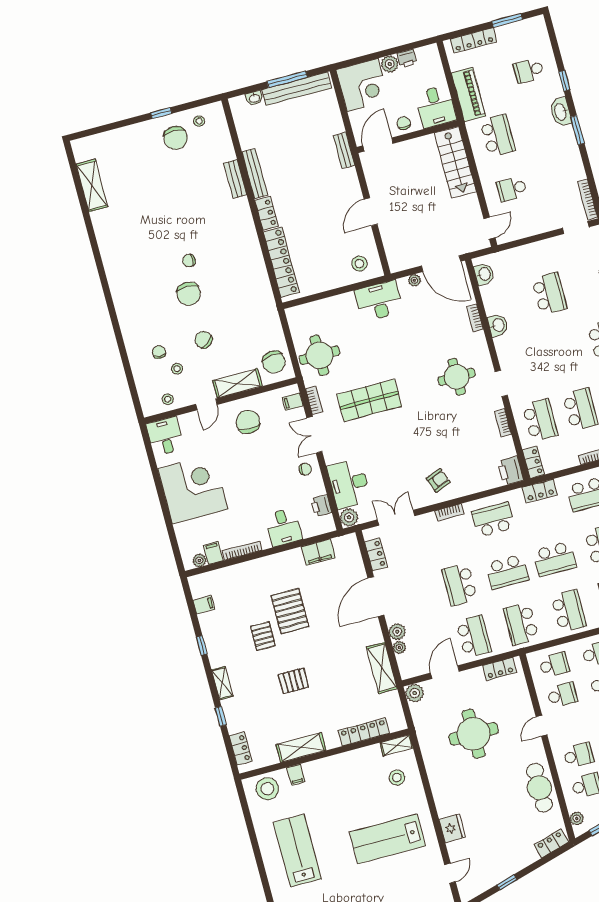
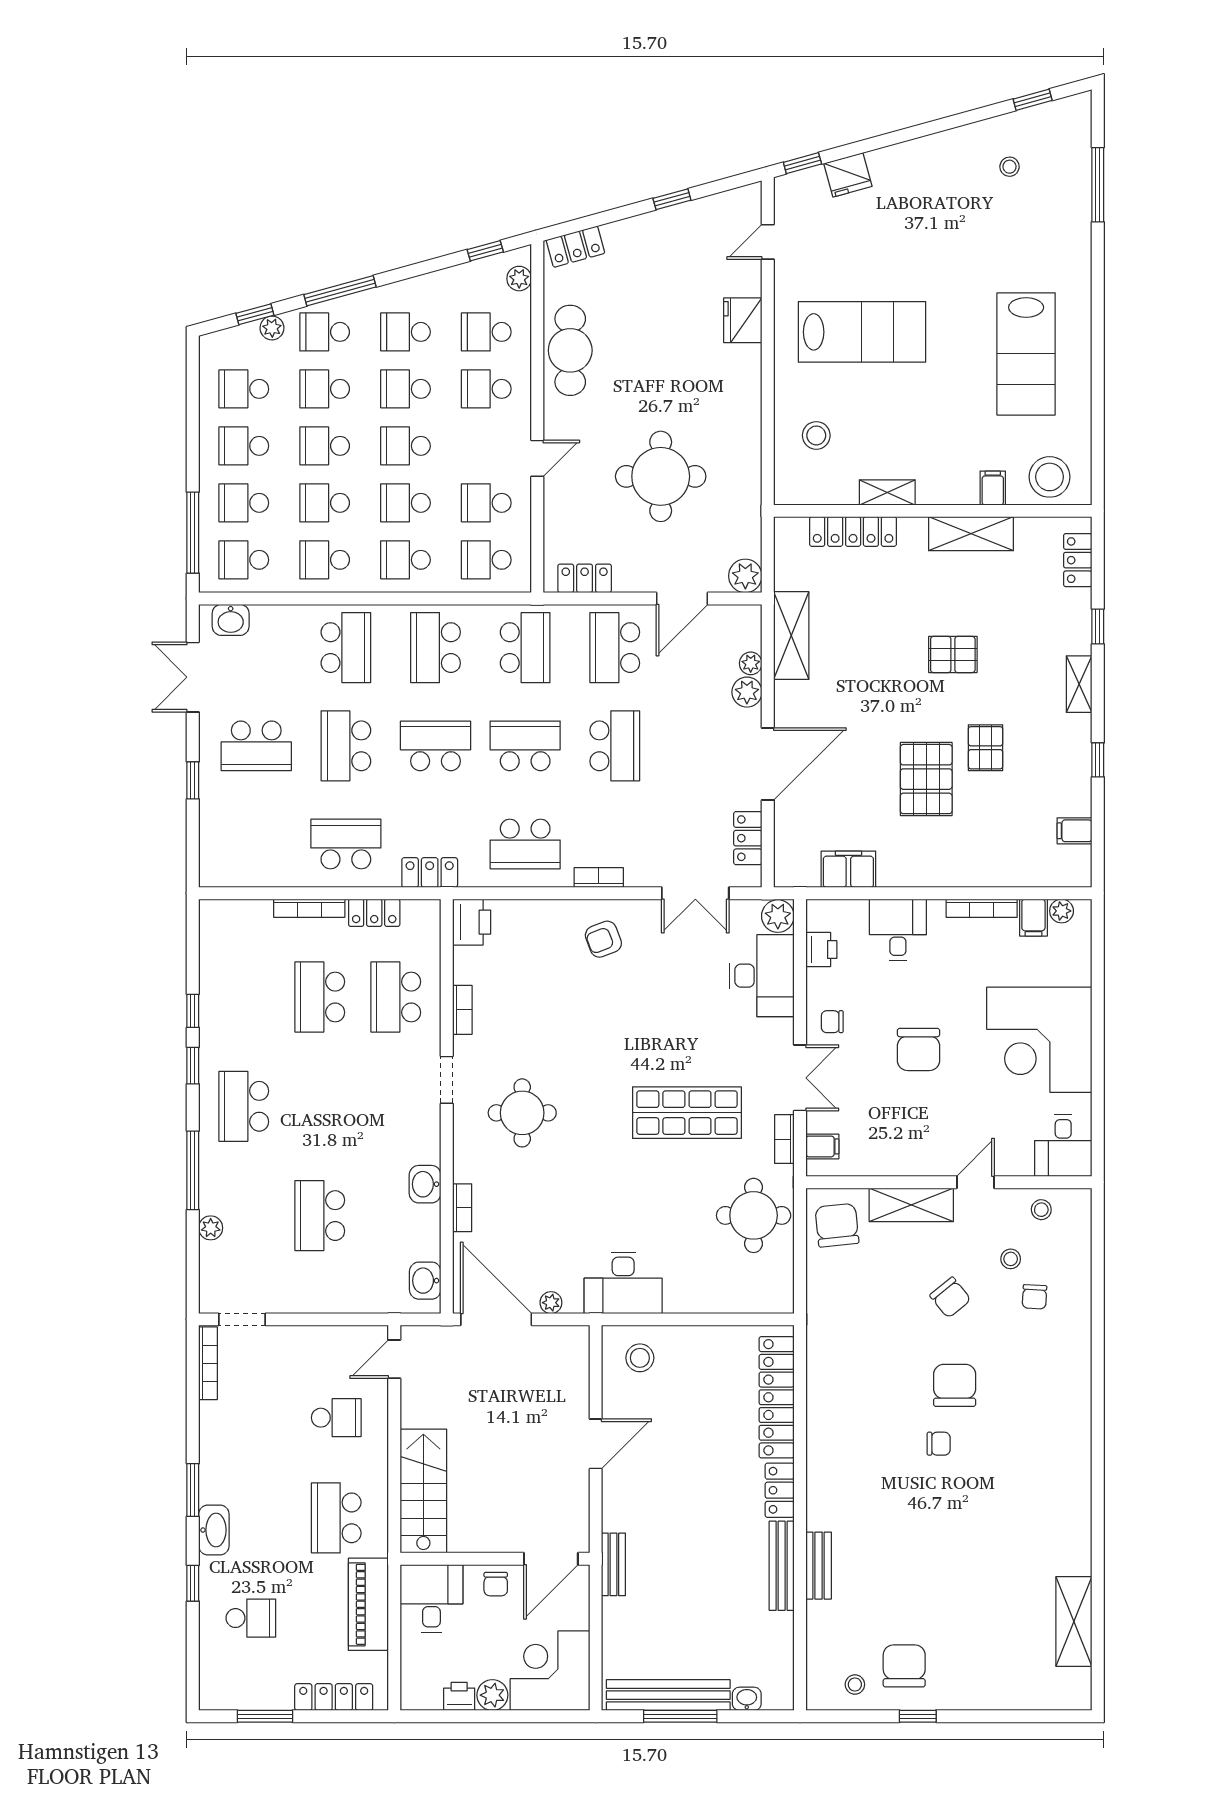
chair: (248, 422) -> (919, 1049), moved
locker: (533, 462) -> (374, 913), moved, turned -90
shelving: (397, 745) -> (887, 492), moved

